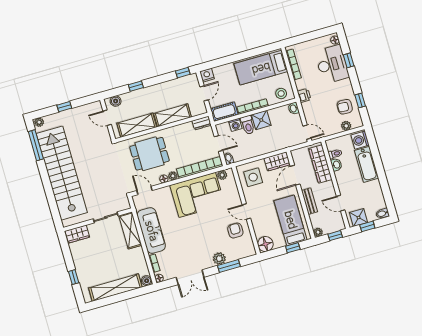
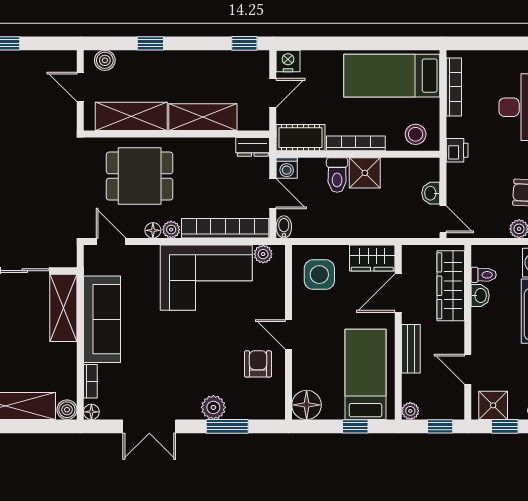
washbasin: (294, 108) -> (431, 193), moved
washing machine: (235, 125) -> (287, 168), moved

